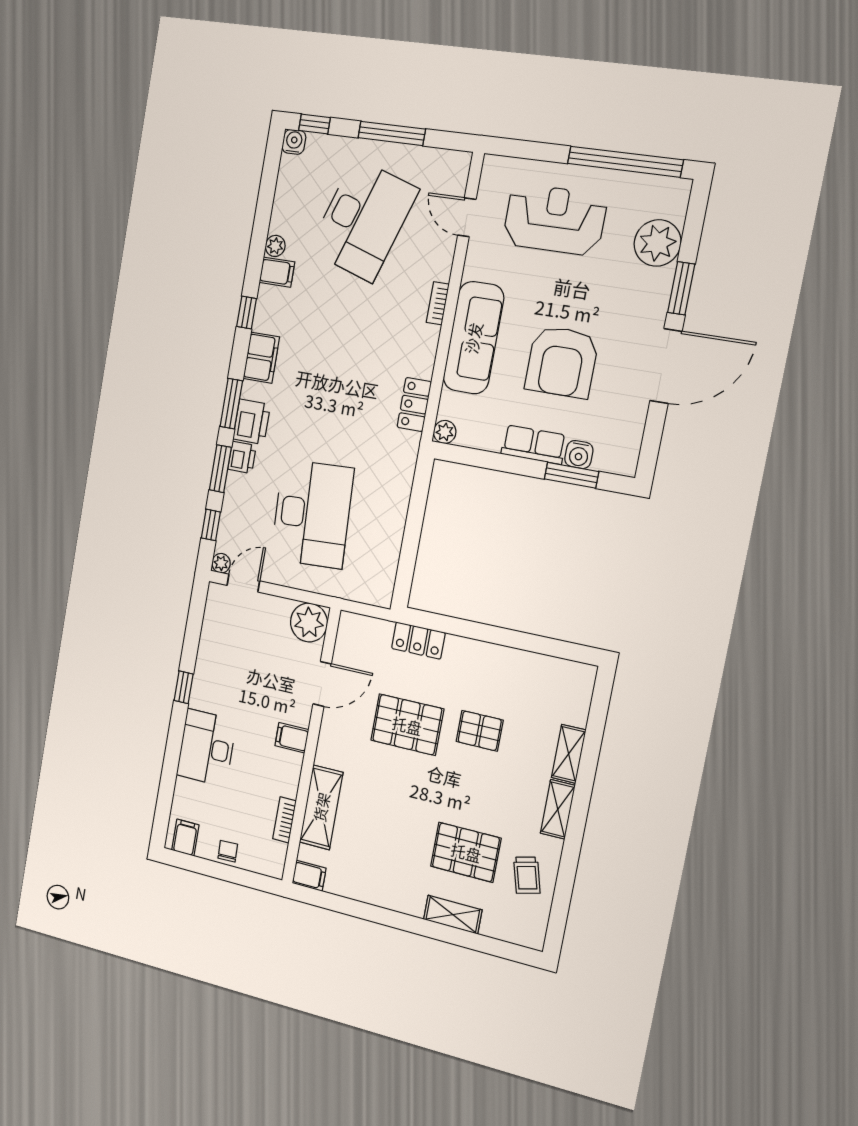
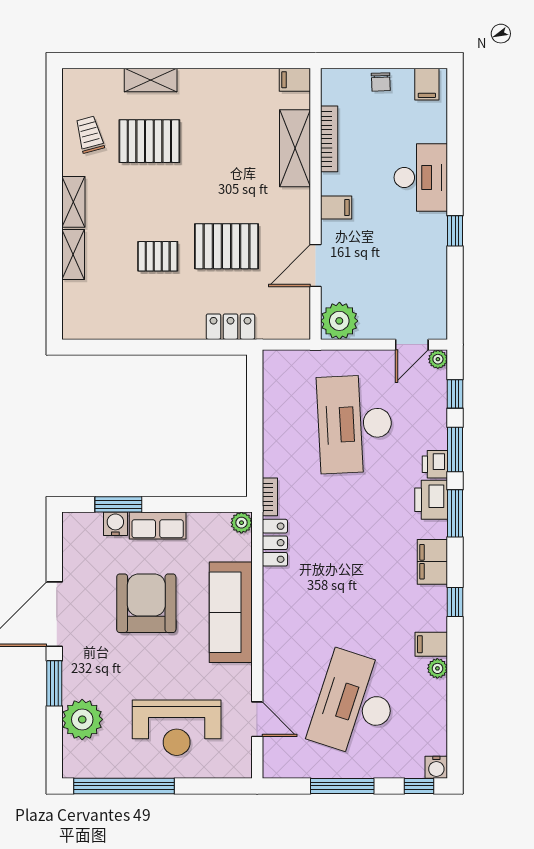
bookcase: (438, 303) -> (270, 497), moved
bookcase: (284, 820) -> (329, 139), width x1.56

